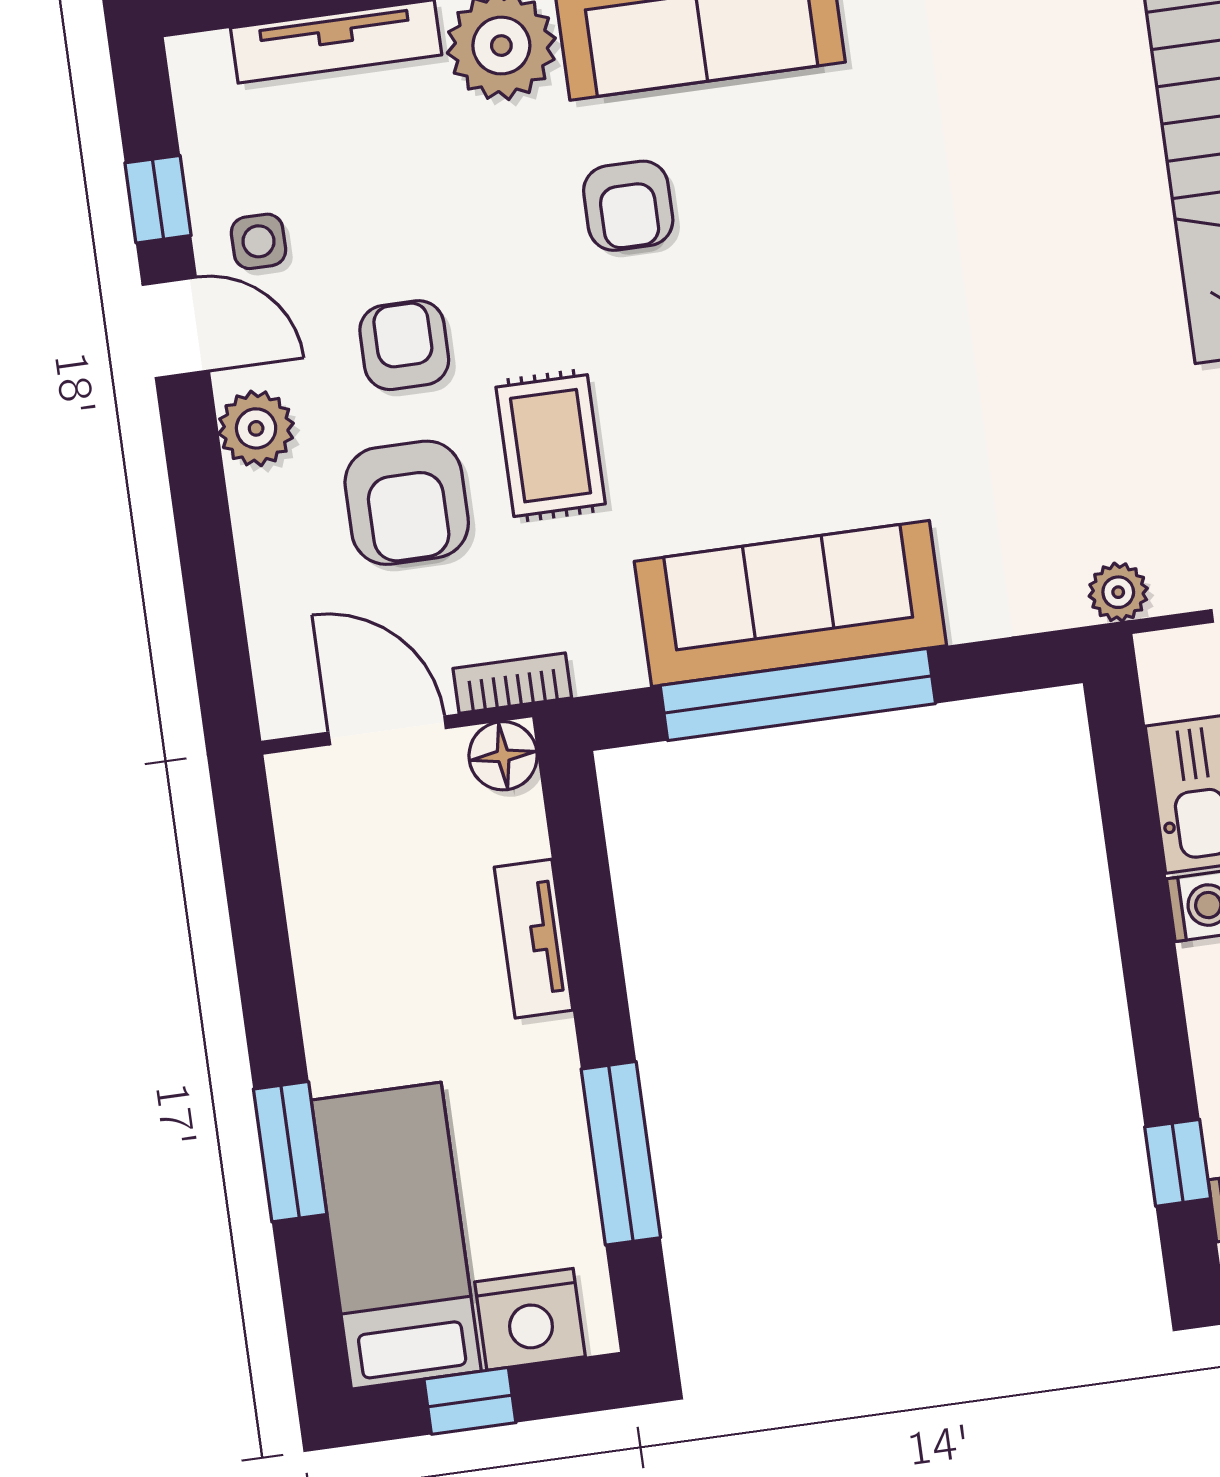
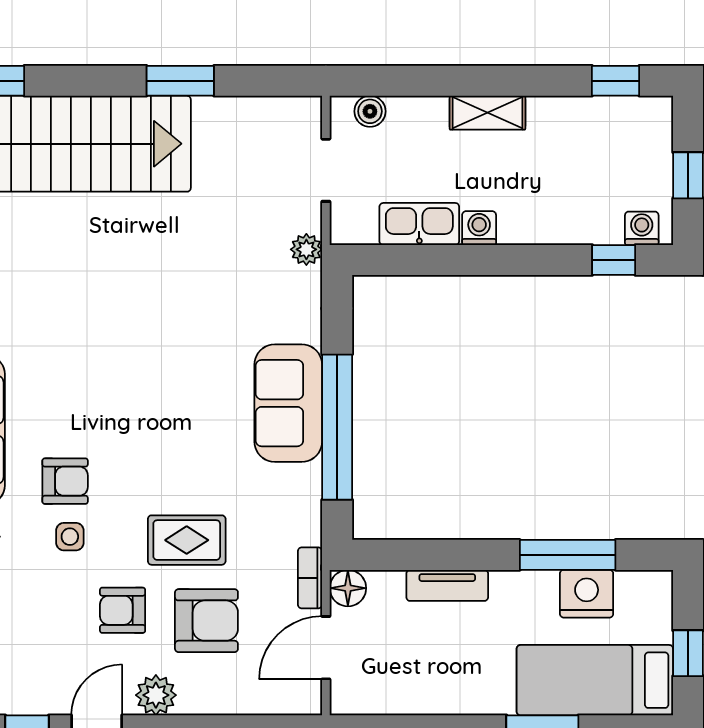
side table: (259, 241) -> (70, 537), moved
sofa: (790, 603) -> (288, 403), width x0.73
nightstand: (530, 1319) -> (587, 594), moved, turned -90

